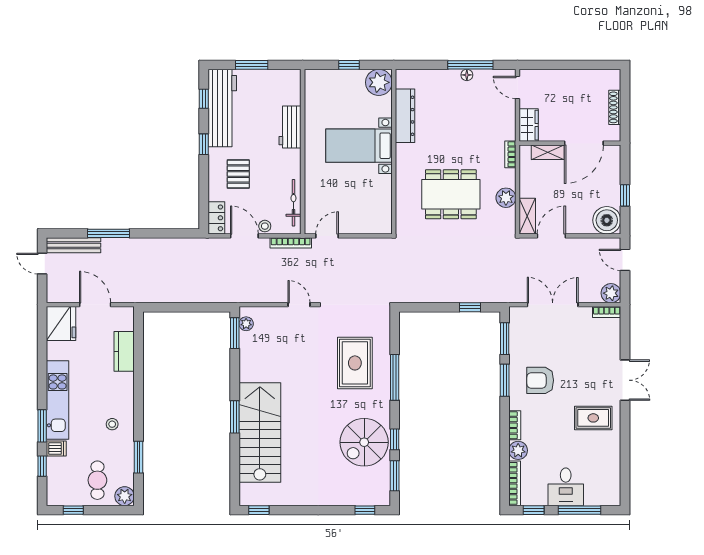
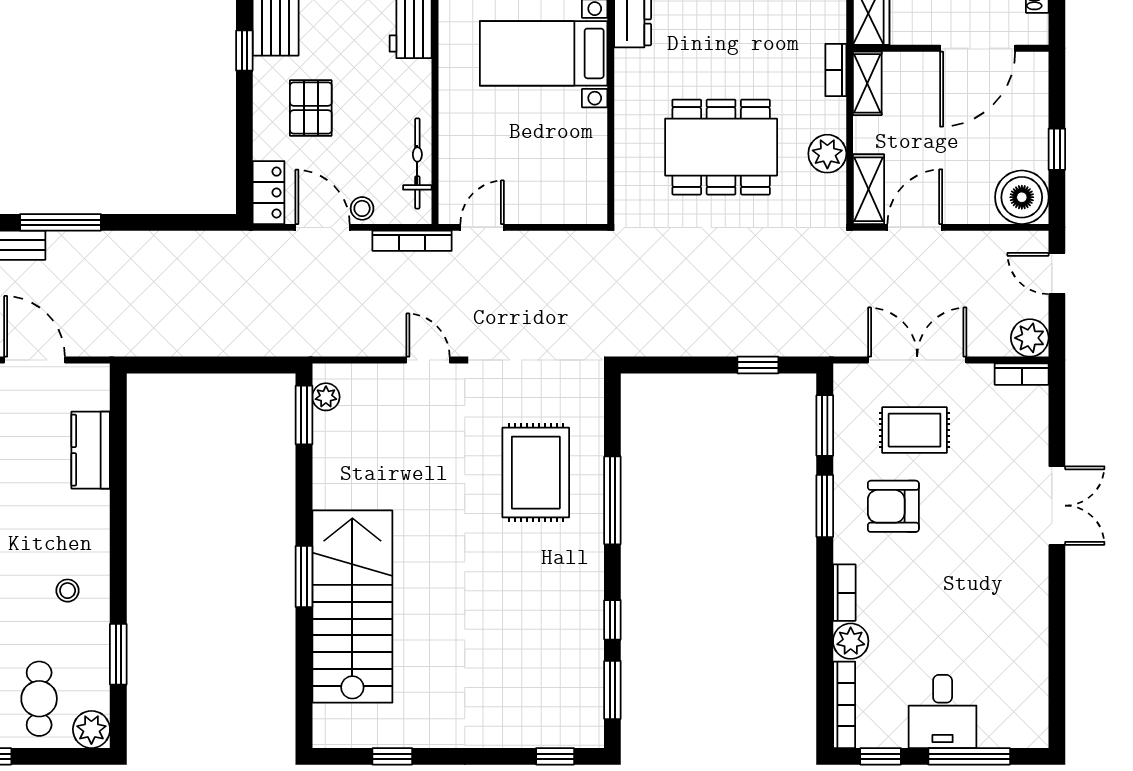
shelving: (548, 152) -> (867, 83), moved, turned 90
rug: (593, 418) -> (915, 430), moved
spiral stairs: (364, 442) -> (554, 625), removed
window: (259, 510) -> (392, 756), moved

